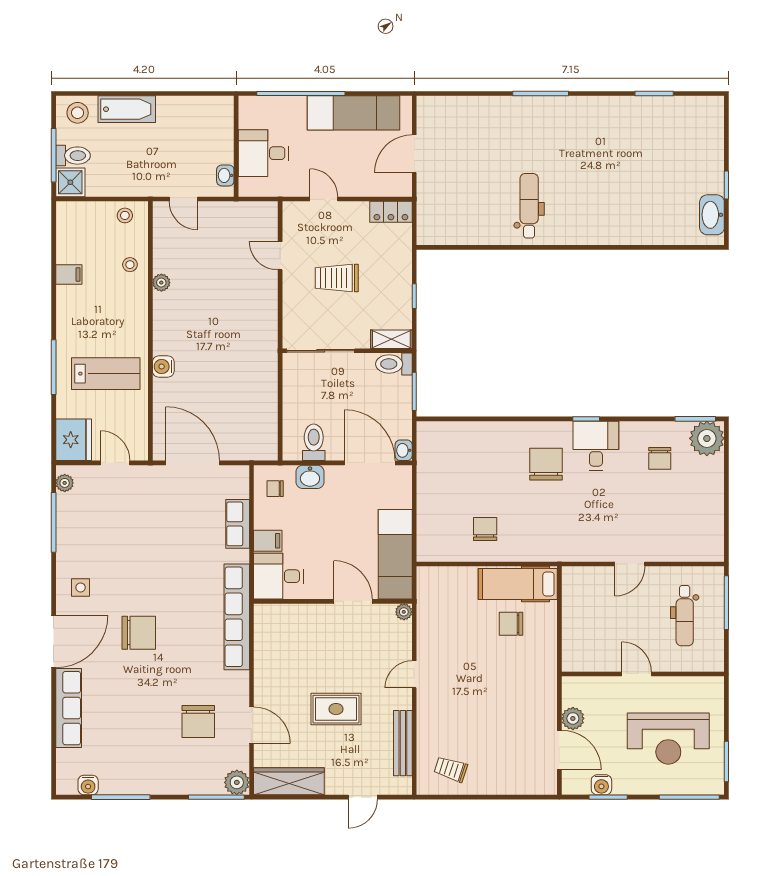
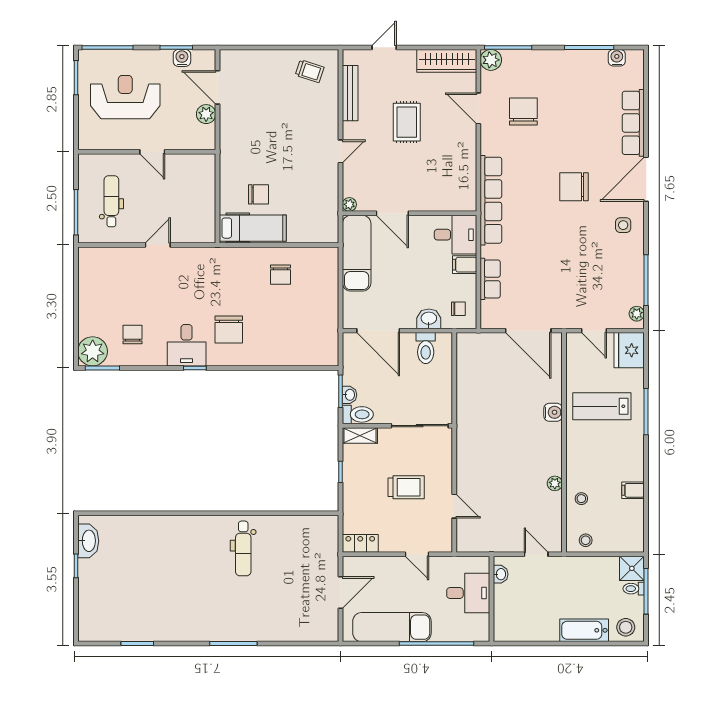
toilet: (73, 156) -> (634, 589), width x0.73, depth x0.72
washbasin: (404, 450) -> (349, 395), moved
rug: (336, 709) -> (407, 122), turned 90

